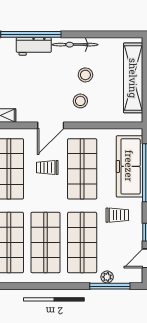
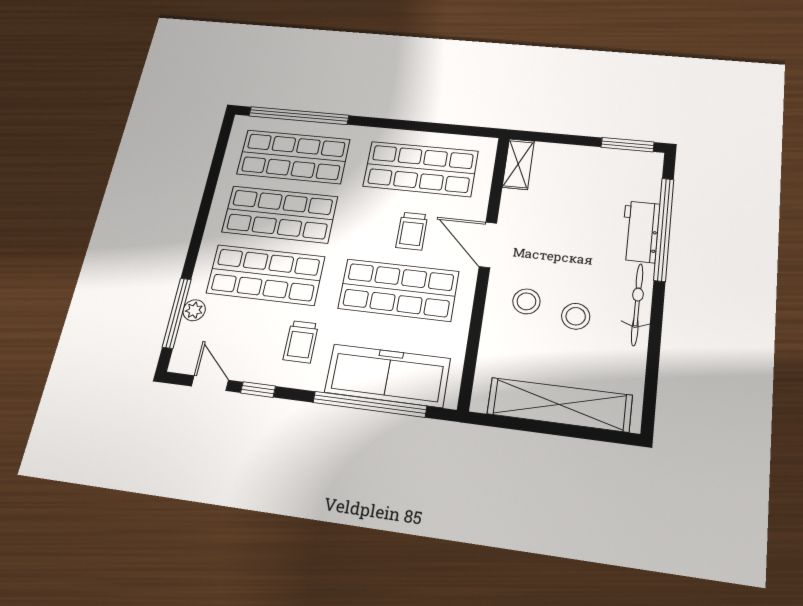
trolley: (47, 167) -> (412, 231), turned 180

